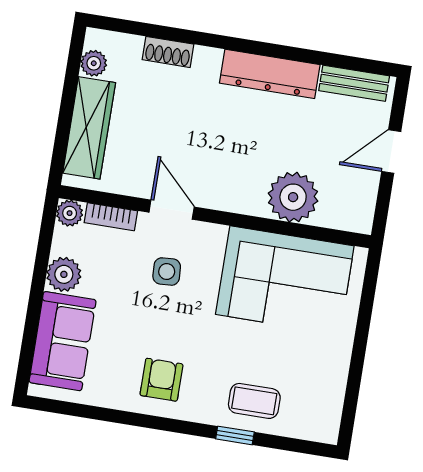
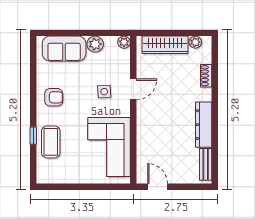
door: (391, 152) -> (158, 187), moved
plant: (293, 197) -> (148, 145), removed
bookcase: (111, 217) -> (125, 62), removed
coffee table: (254, 401) -> (51, 142), width x1.36, depth x1.30

